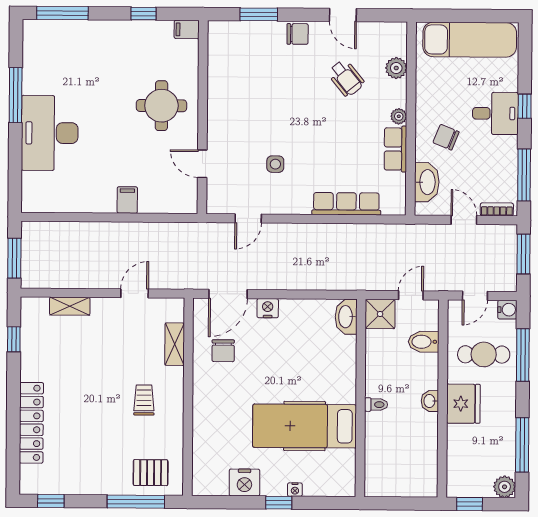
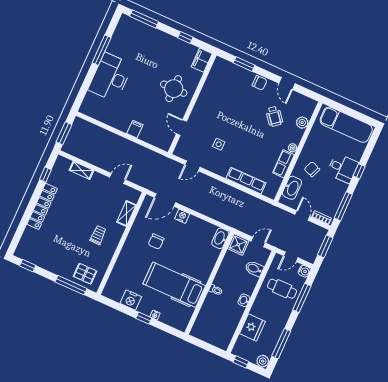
filing cabinet: (187, 29) -> (202, 60), width x2.00
chair: (223, 351) -> (156, 241), moved
fridge: (463, 404) -> (252, 327), moved
locker: (31, 423) -> (42, 206), moved

